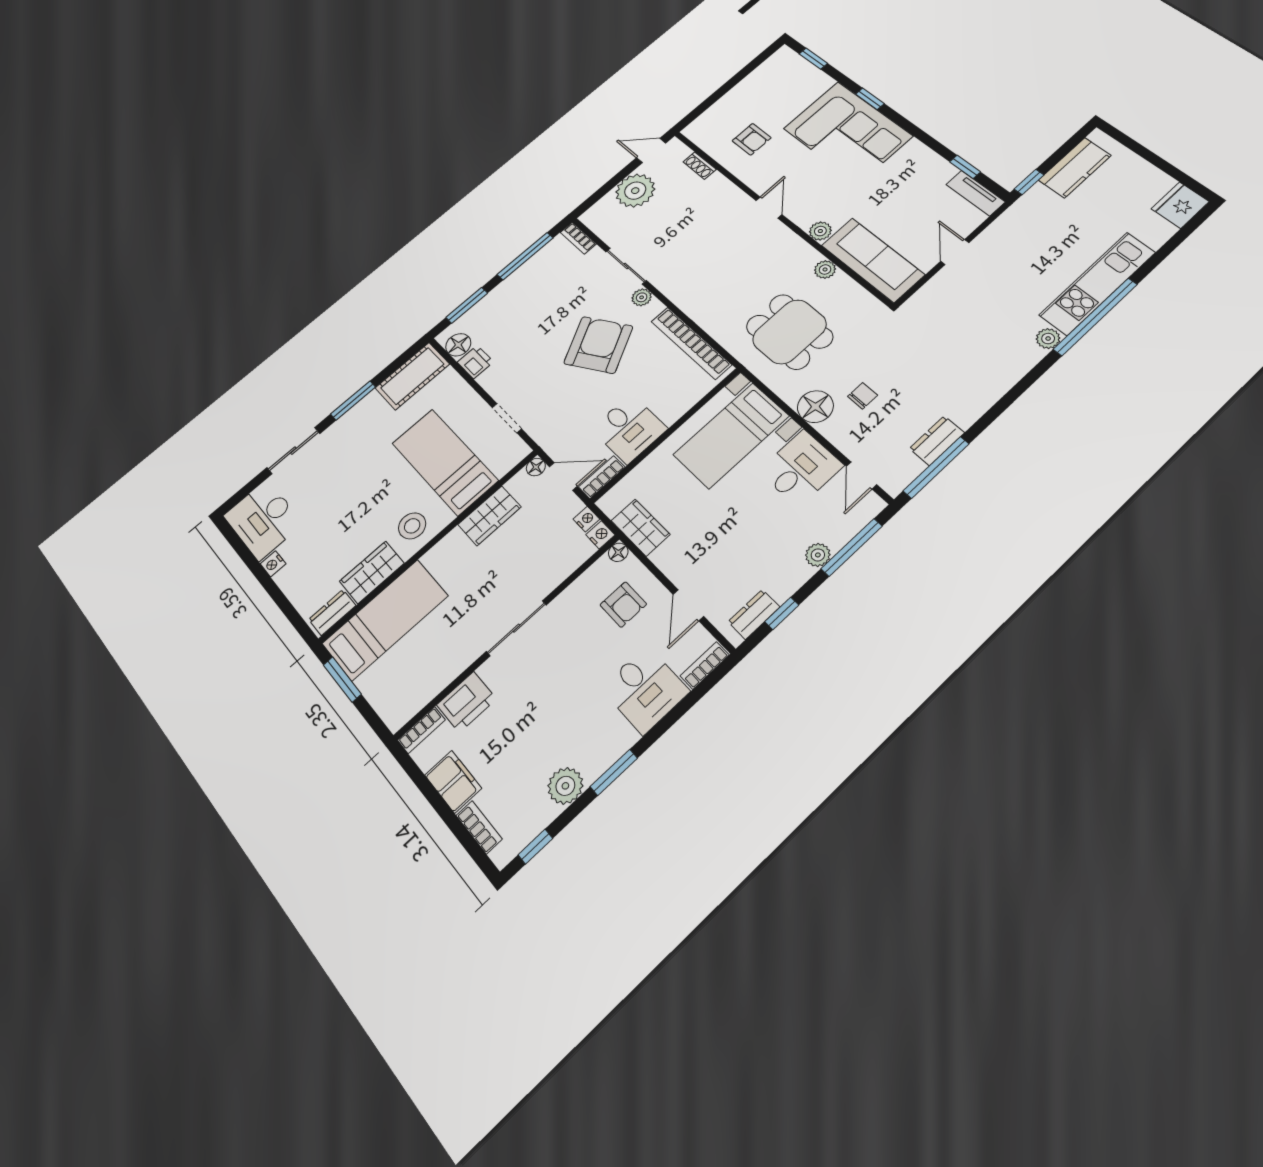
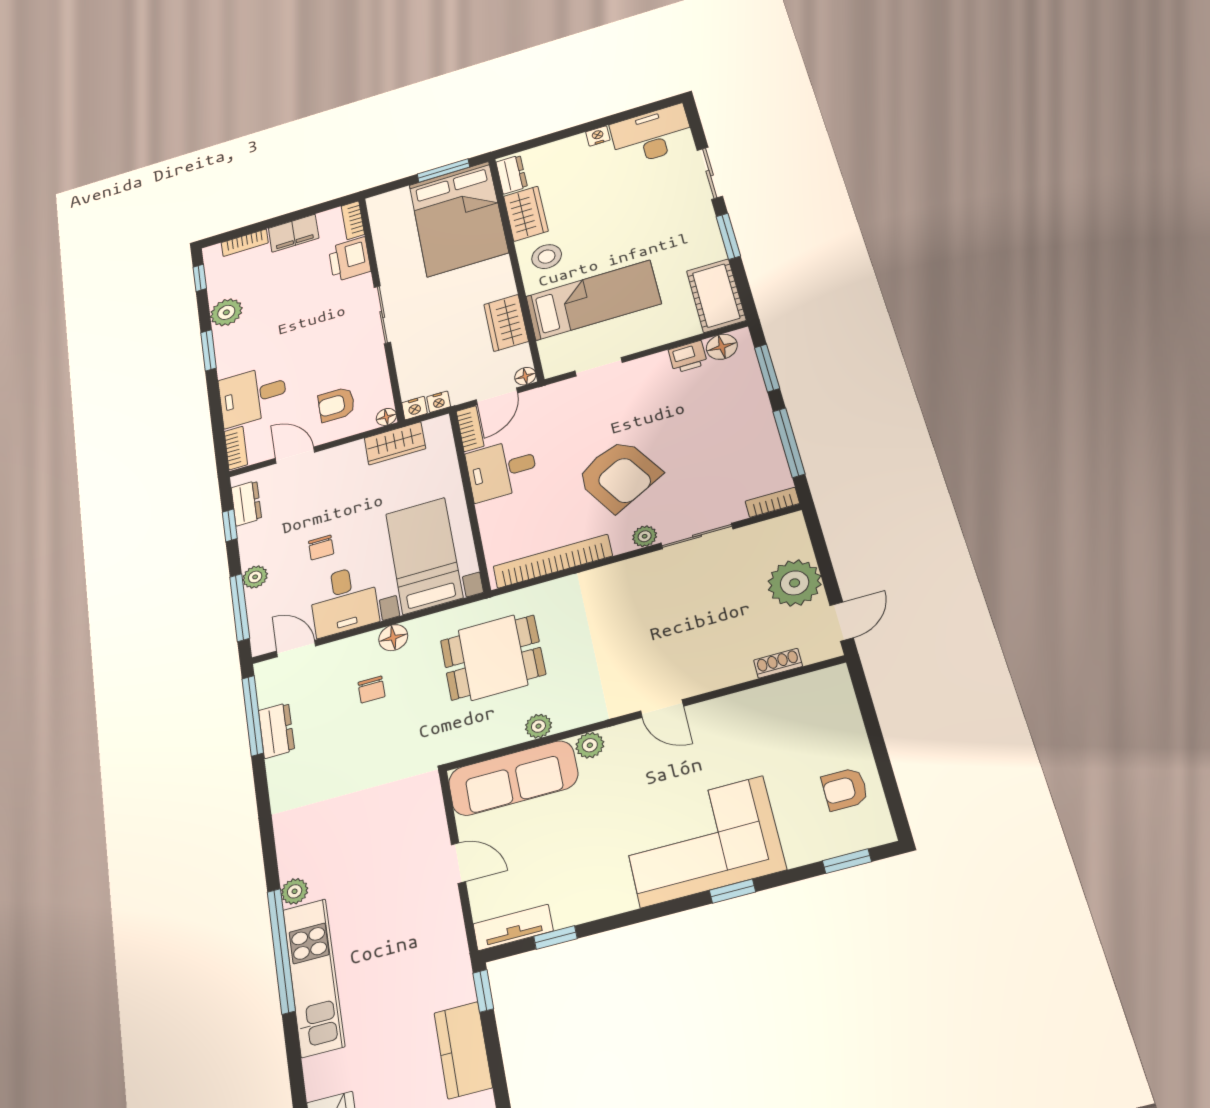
armchair: (752, 139) -> (845, 789), moved
floor lamp: (815, 407) -> (393, 638), width x0.73, depth x0.73
chair: (764, 520) -> (321, 547), added
bed: (385, 620) -> (458, 219), width x1.50

